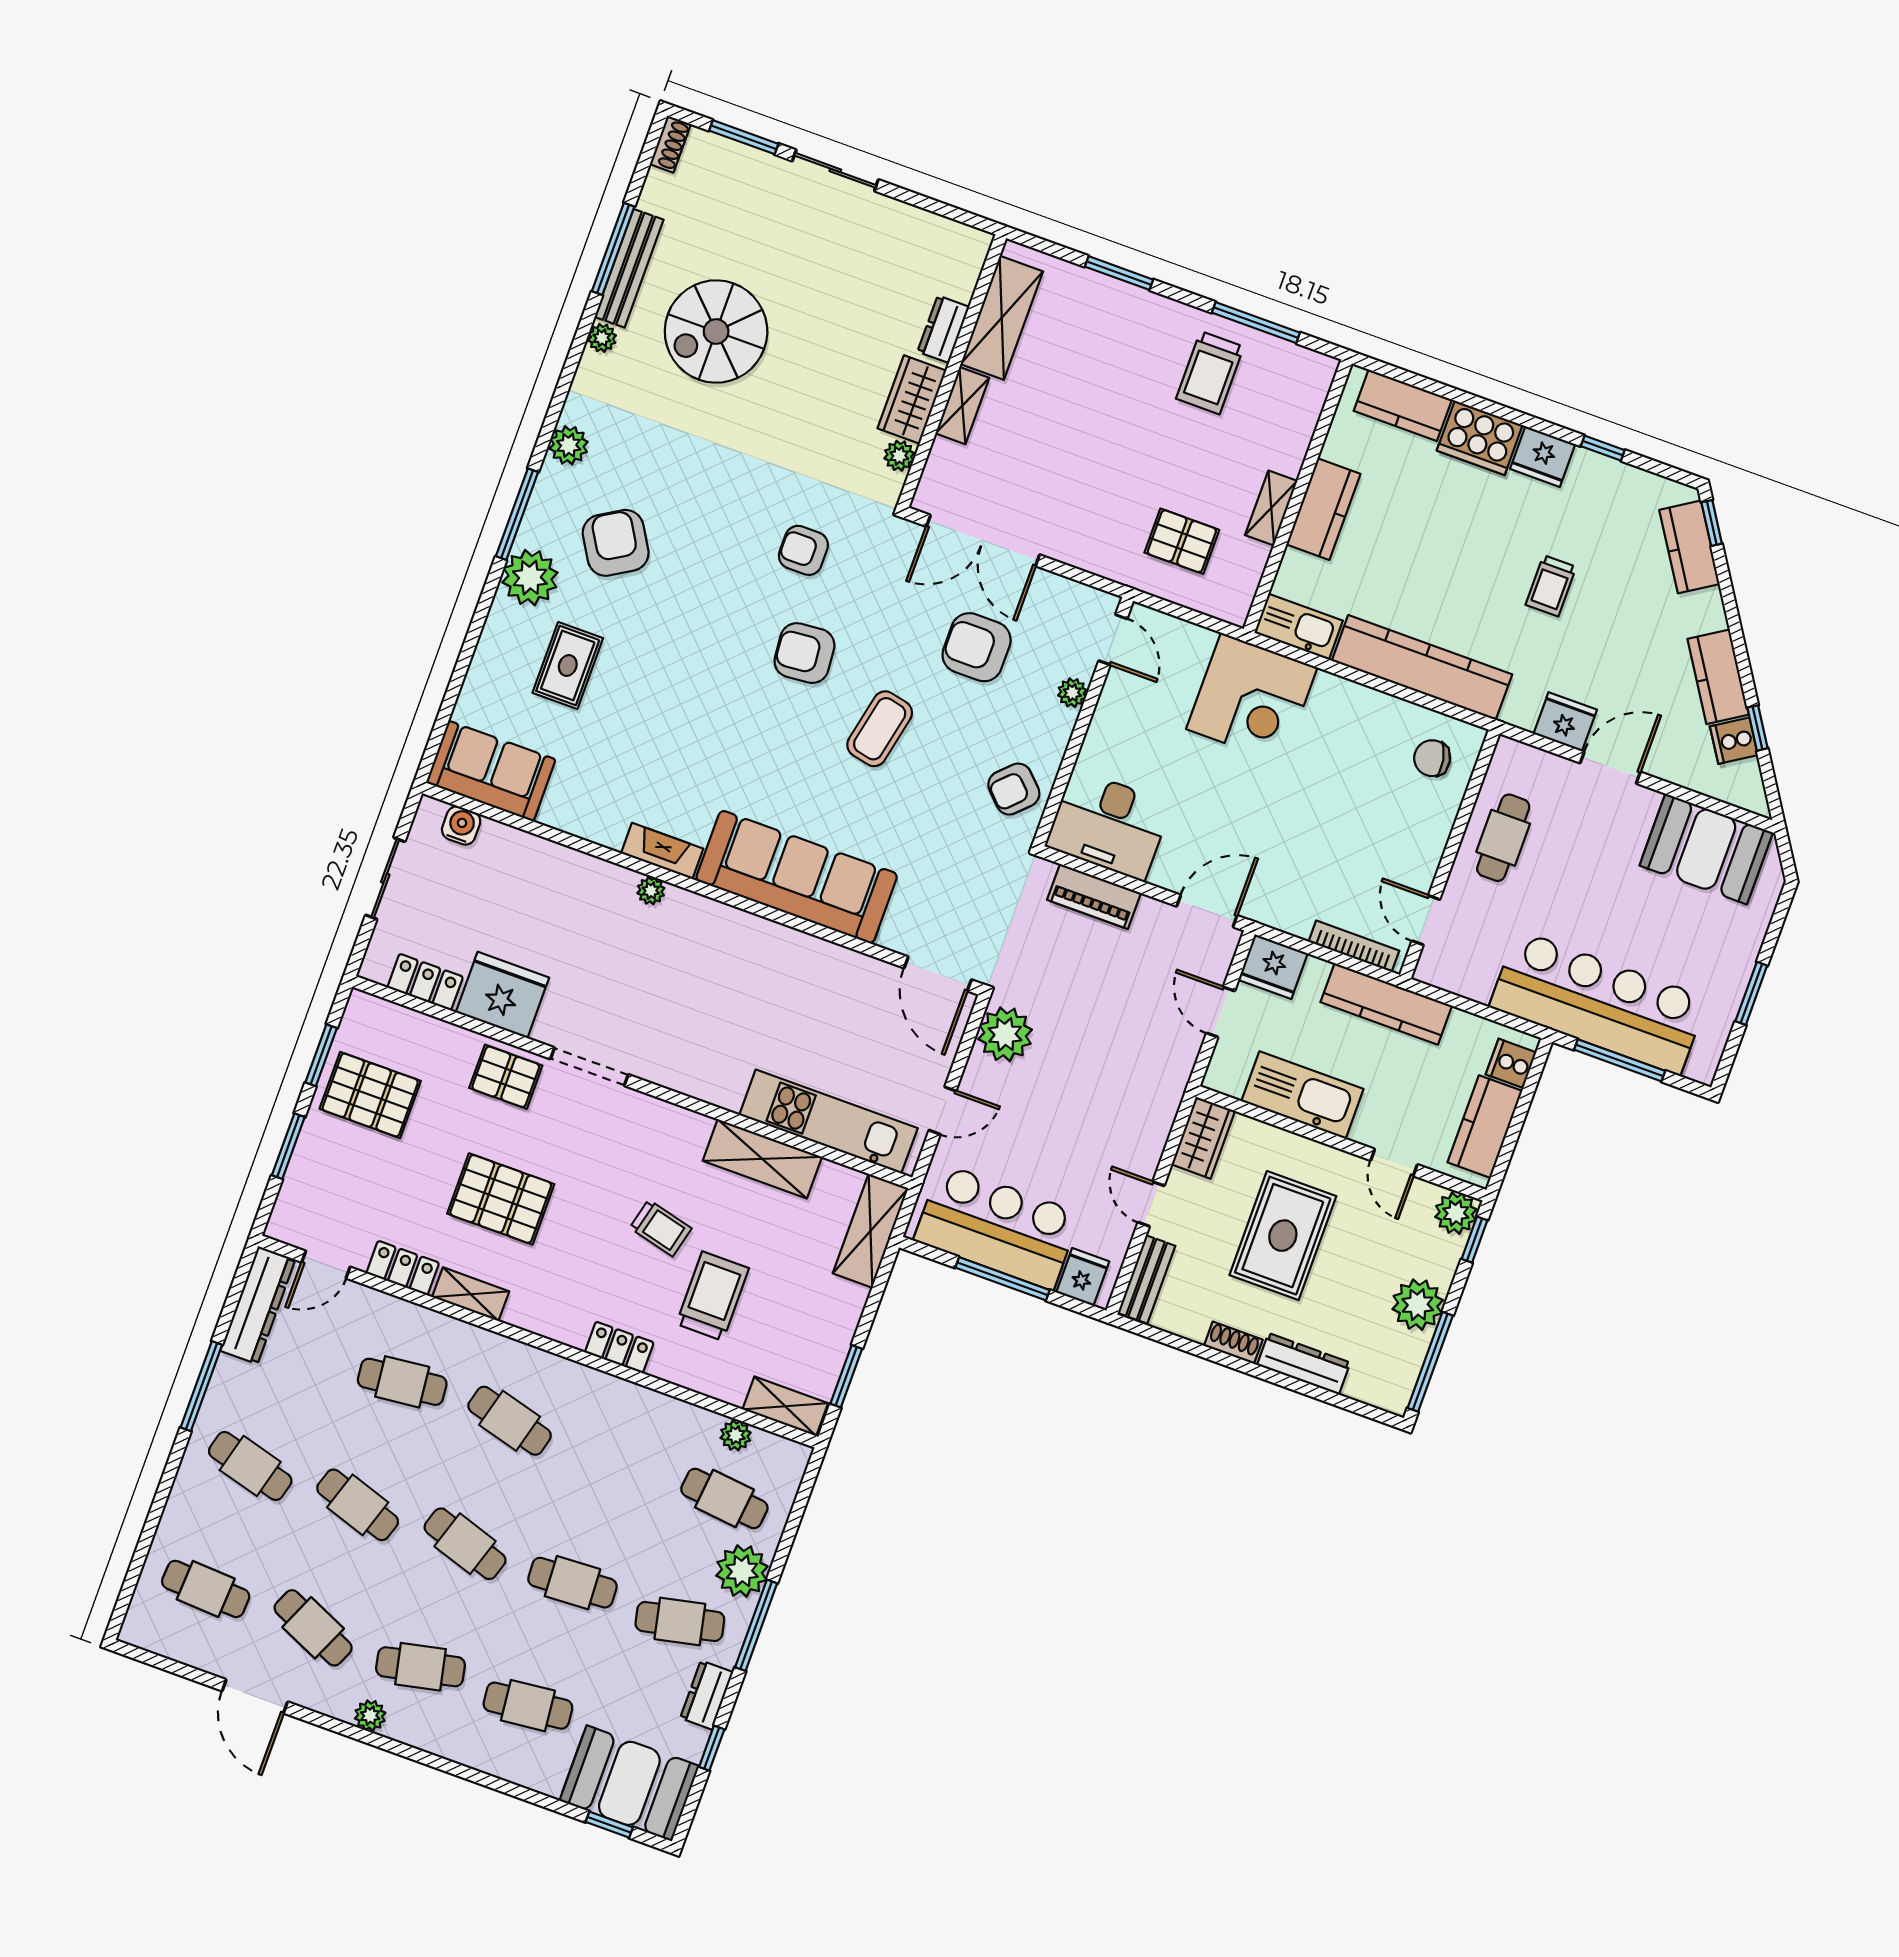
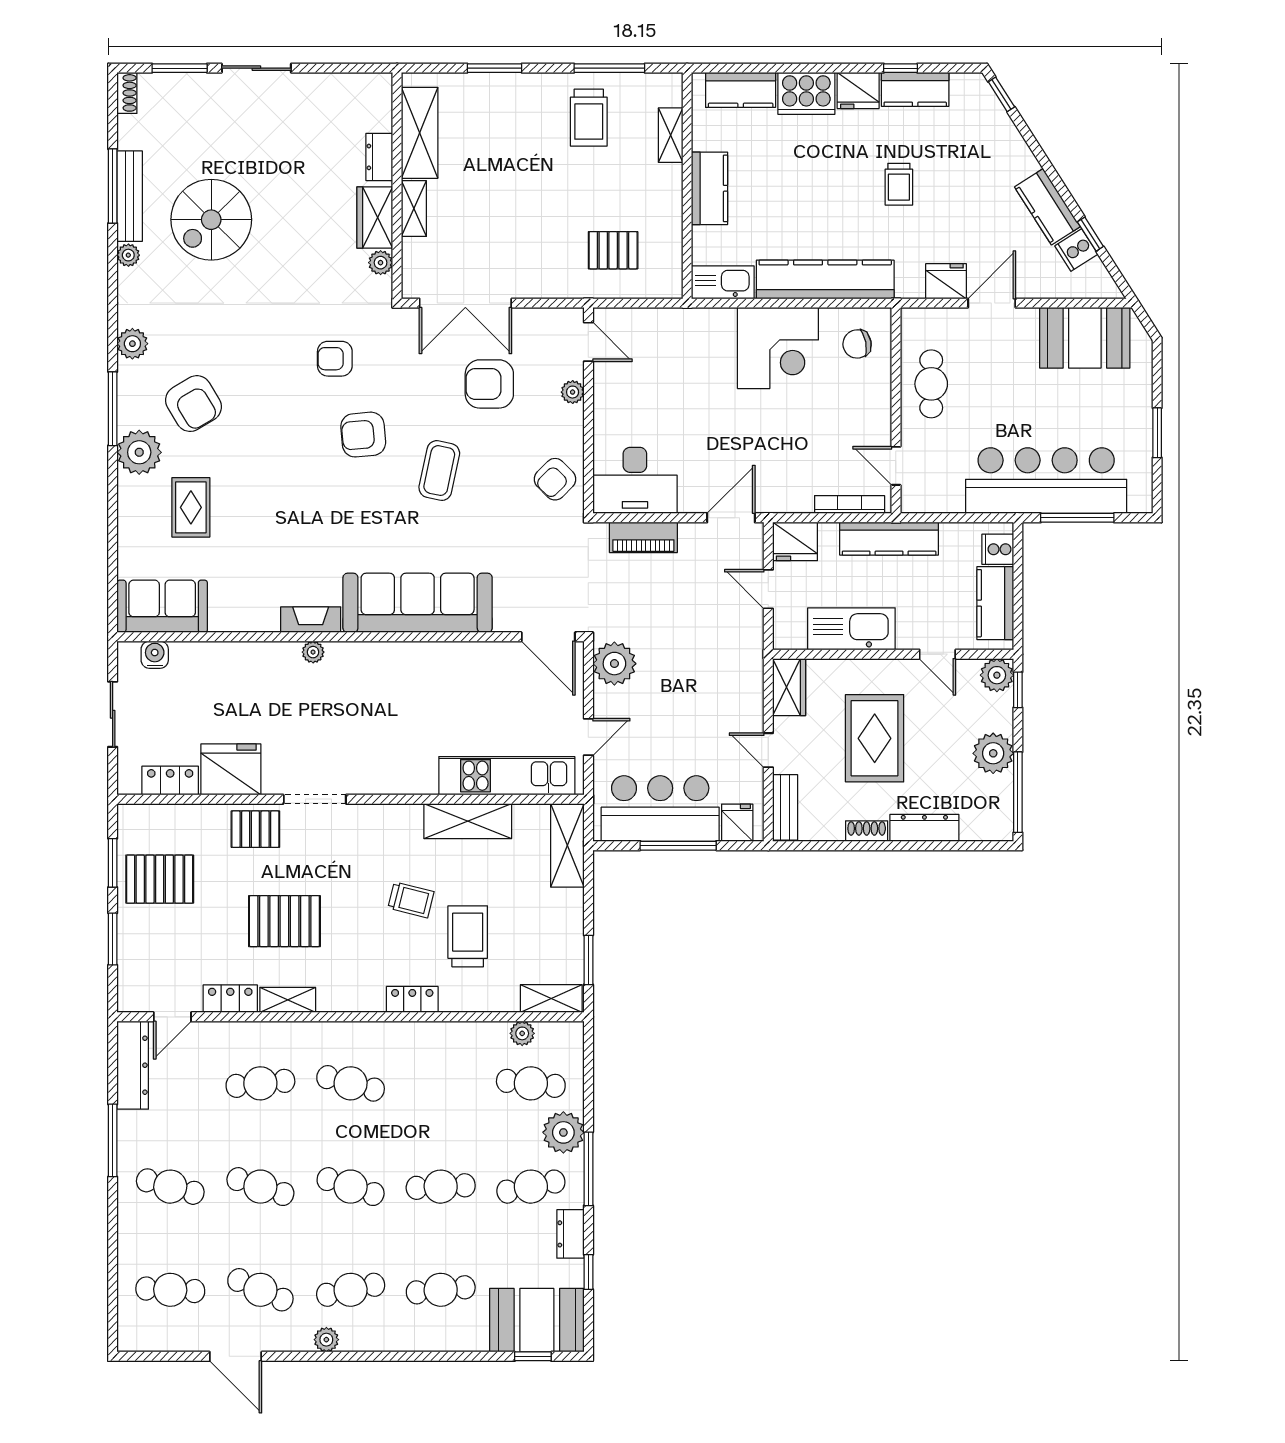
shelving: (1271, 508) -> (671, 135), moved
armchair: (616, 543) -> (193, 404), turned 180
kitchen counter: (1689, 547) -> (915, 89), moved, turned -58
corner desk: (1252, 698) -> (778, 348), moved

